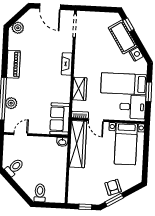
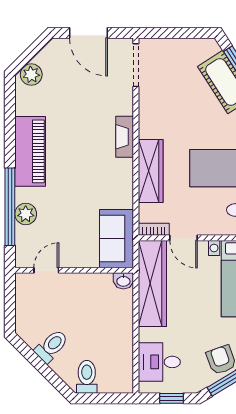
piano: (13, 64) -> (30, 151), width x1.37, depth x1.33
wardrobe: (80, 89) -> (151, 171), width x1.50
toilet: (14, 167) -> (51, 346), moved
desk: (80, 187) -> (159, 362), added

